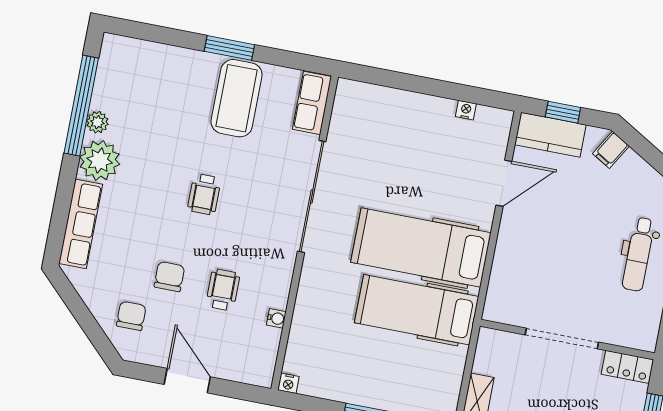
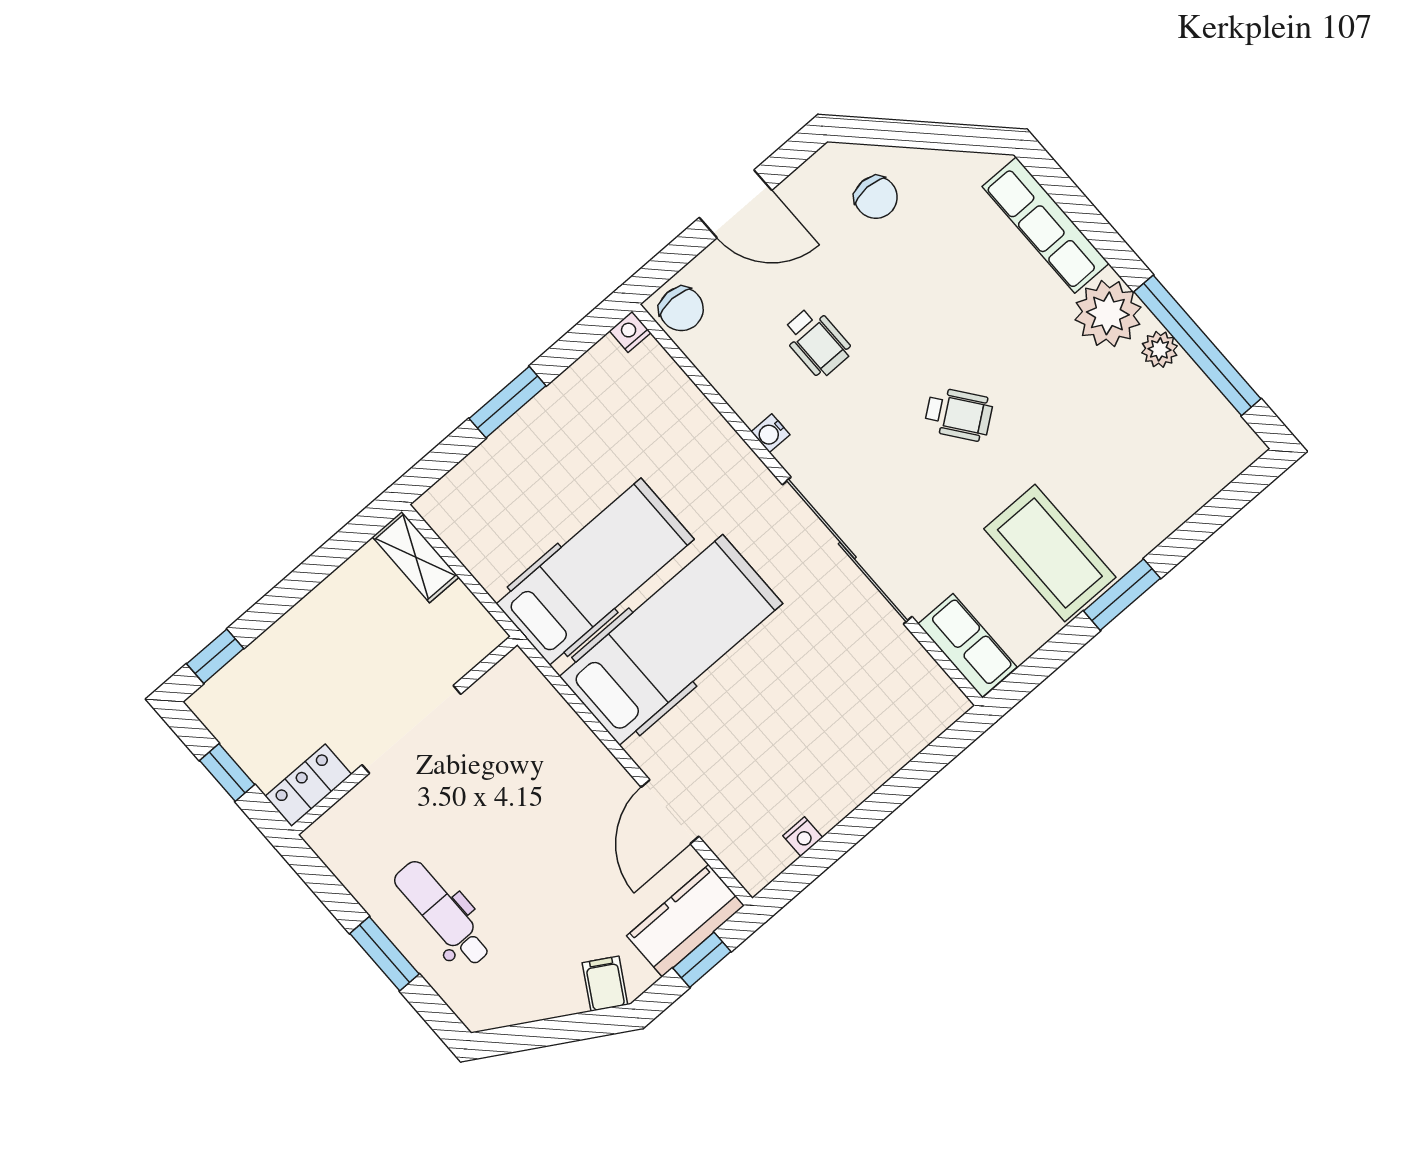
wheelchair: (204, 194) -> (959, 414), turned 143
chair: (169, 277) -> (681, 309), moved
water cooler: (276, 318) -> (770, 433), moved

